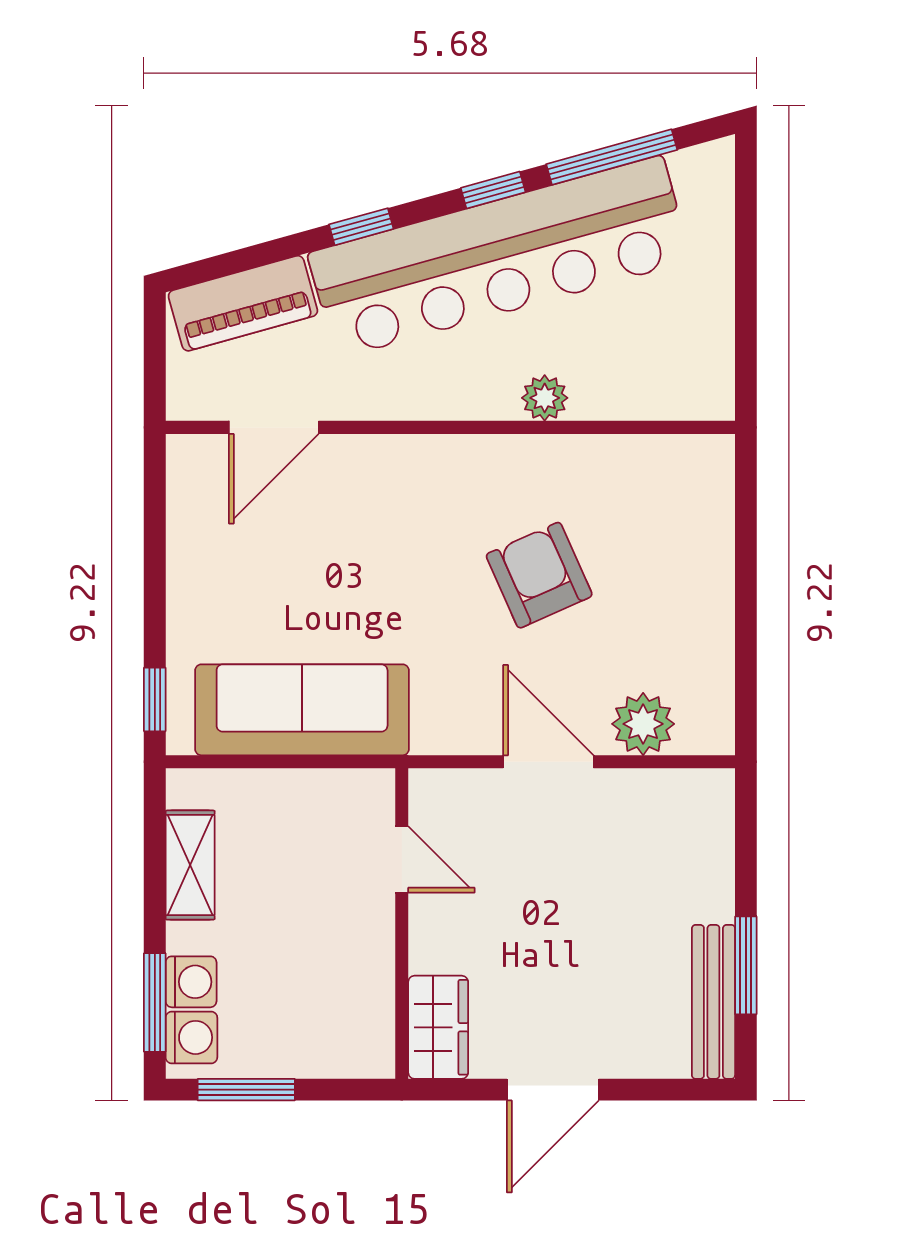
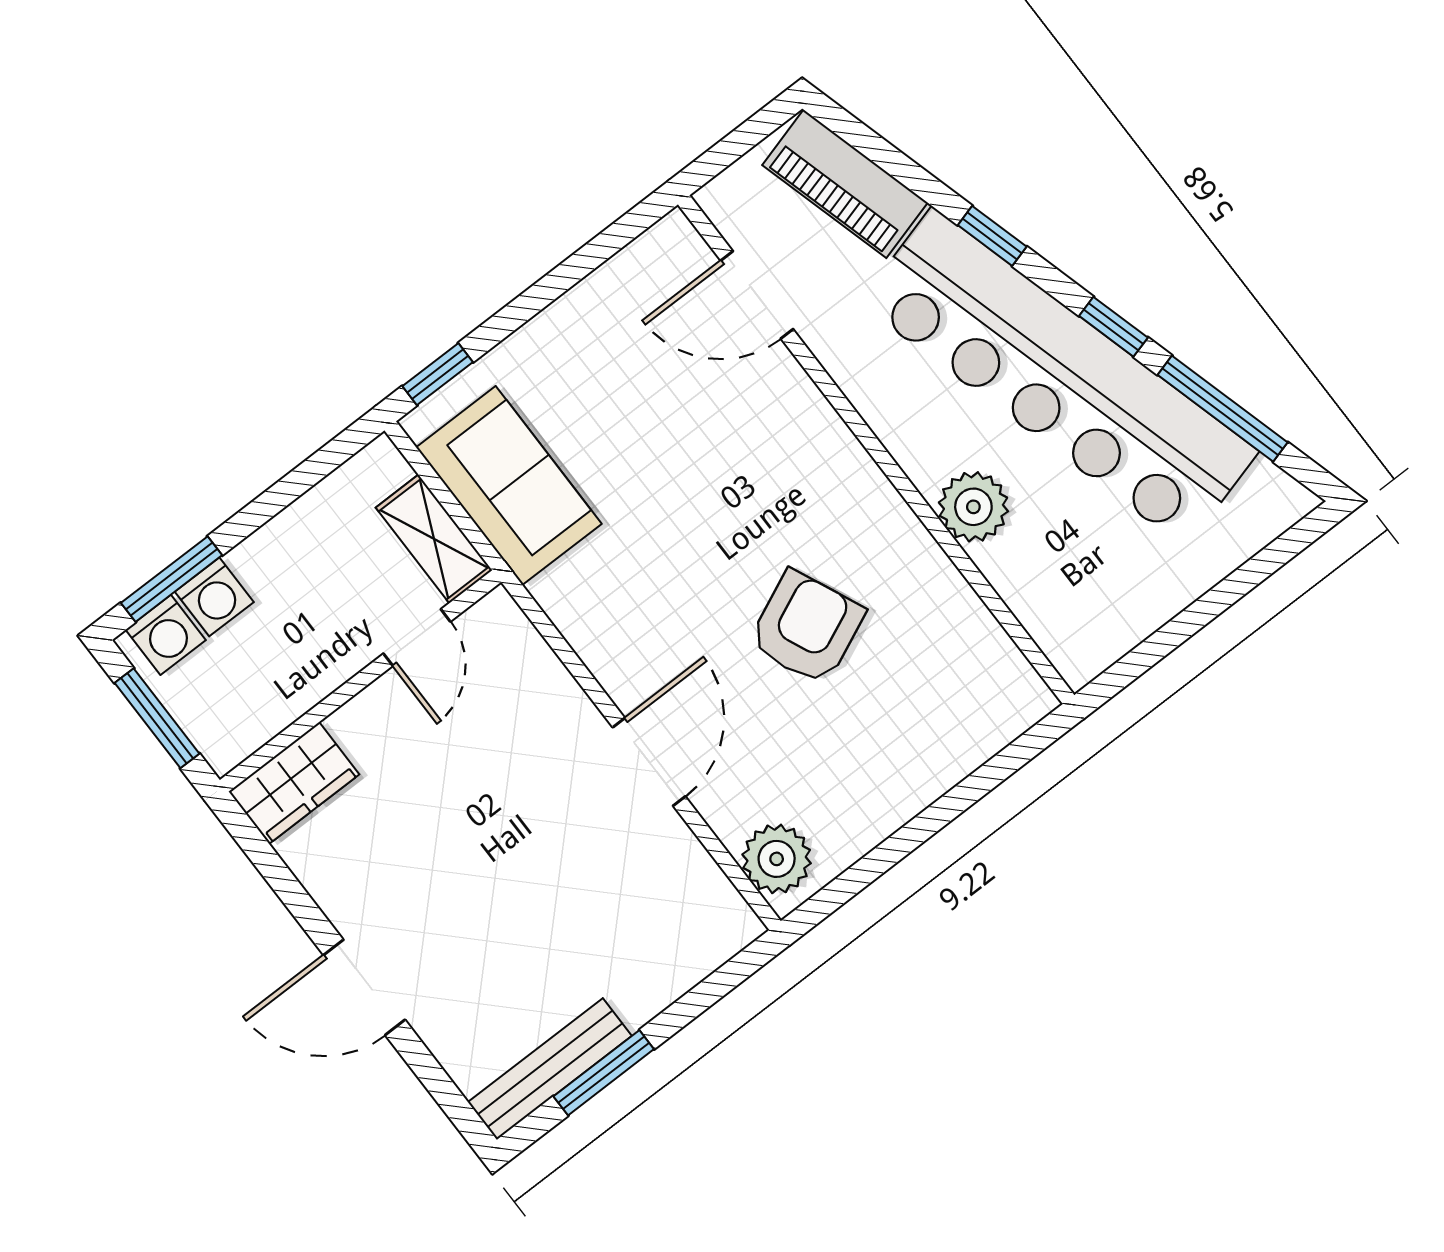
plant: (545, 398) -> (973, 507), width x1.38, depth x1.38
sofa: (302, 710) -> (509, 486), width x0.73
plant: (643, 724) -> (777, 859), moved
door: (402, 859) -> (417, 638), moved
shelving: (190, 865) -> (434, 539), moved, turned 90
wall: (402, 924) -> (360, 681), moved
wardrobe: (438, 1027) -> (294, 783), moved

